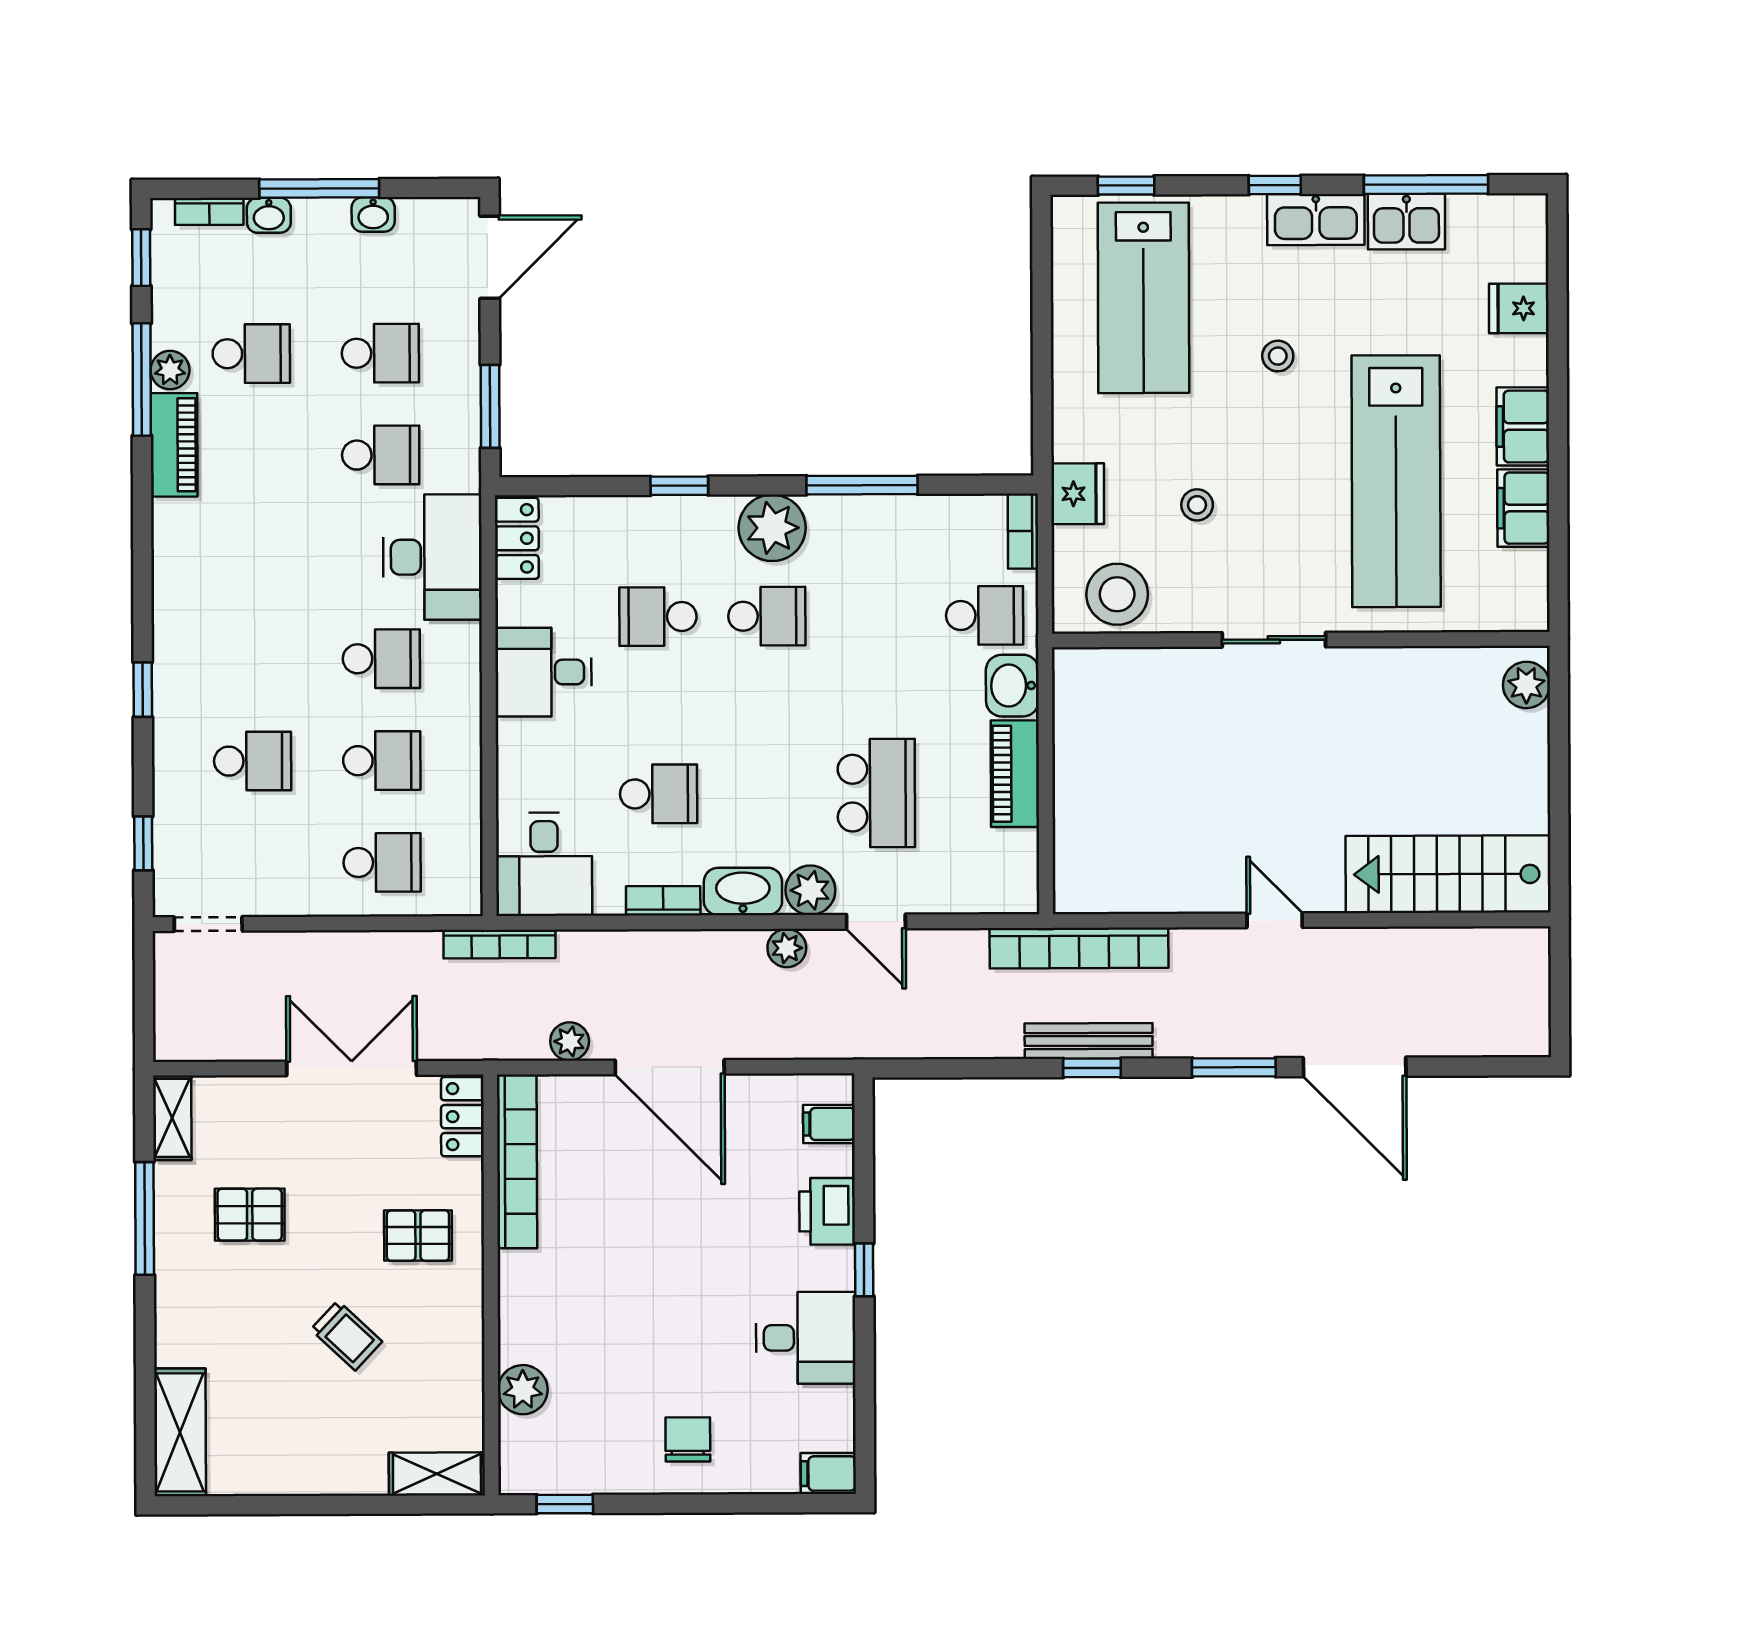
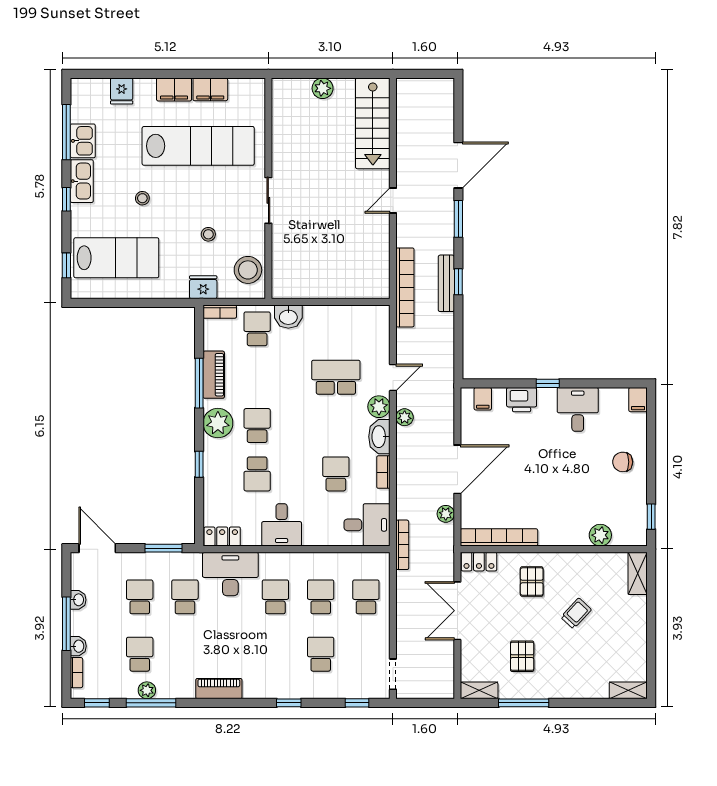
piano: (174, 445) -> (219, 689), moved
plant: (1526, 685) -> (323, 88), moved
piano: (1015, 774) -> (214, 375), moved, turned -90
shelving: (180, 1432) -> (628, 690), width x0.67, depth x0.75

